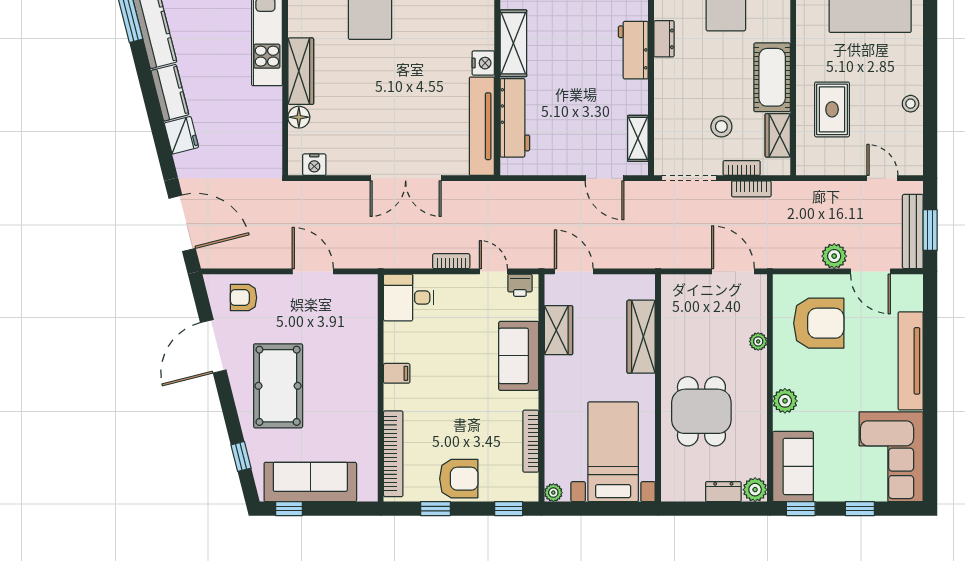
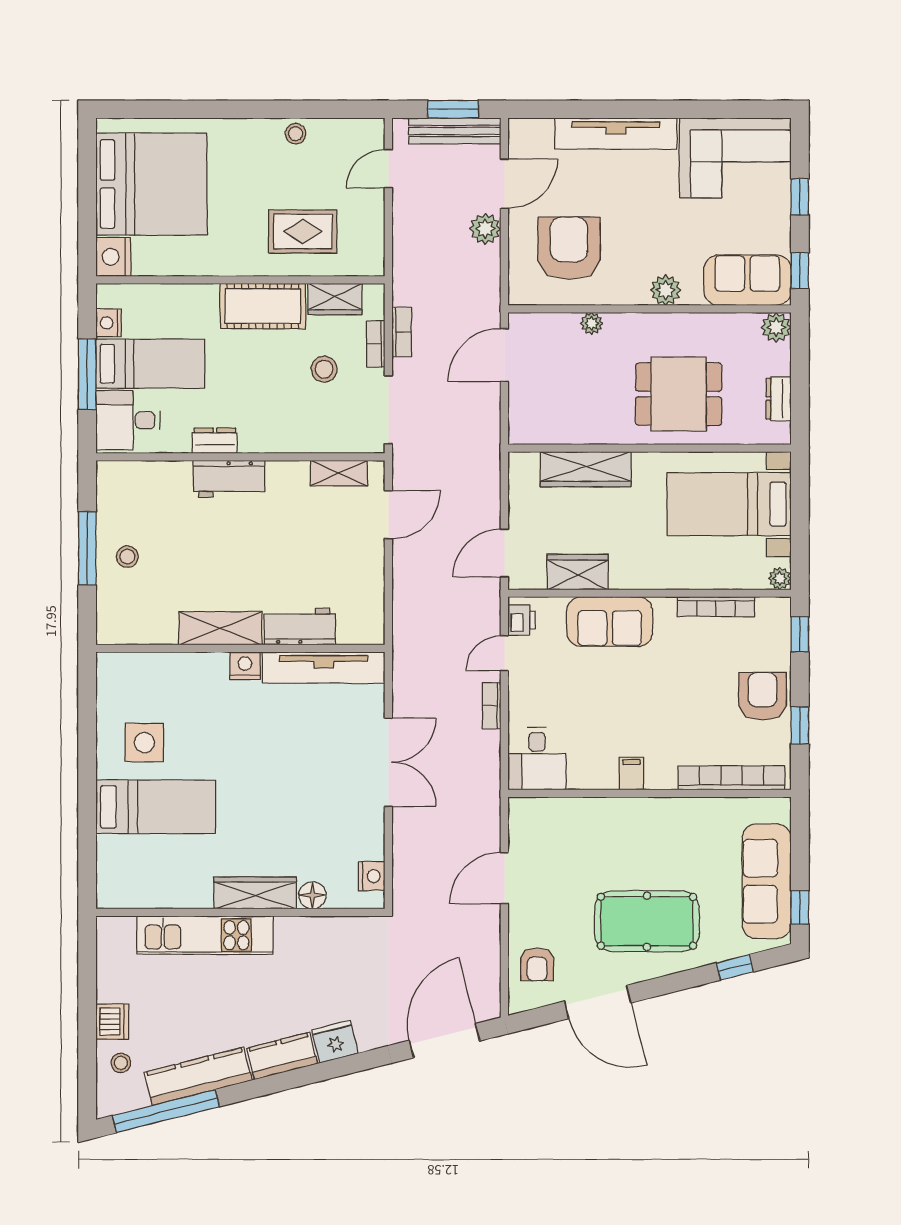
workbench: (515, 118) -> (300, 627), width x0.73
dresser: (723, 492) -> (779, 399), moved

